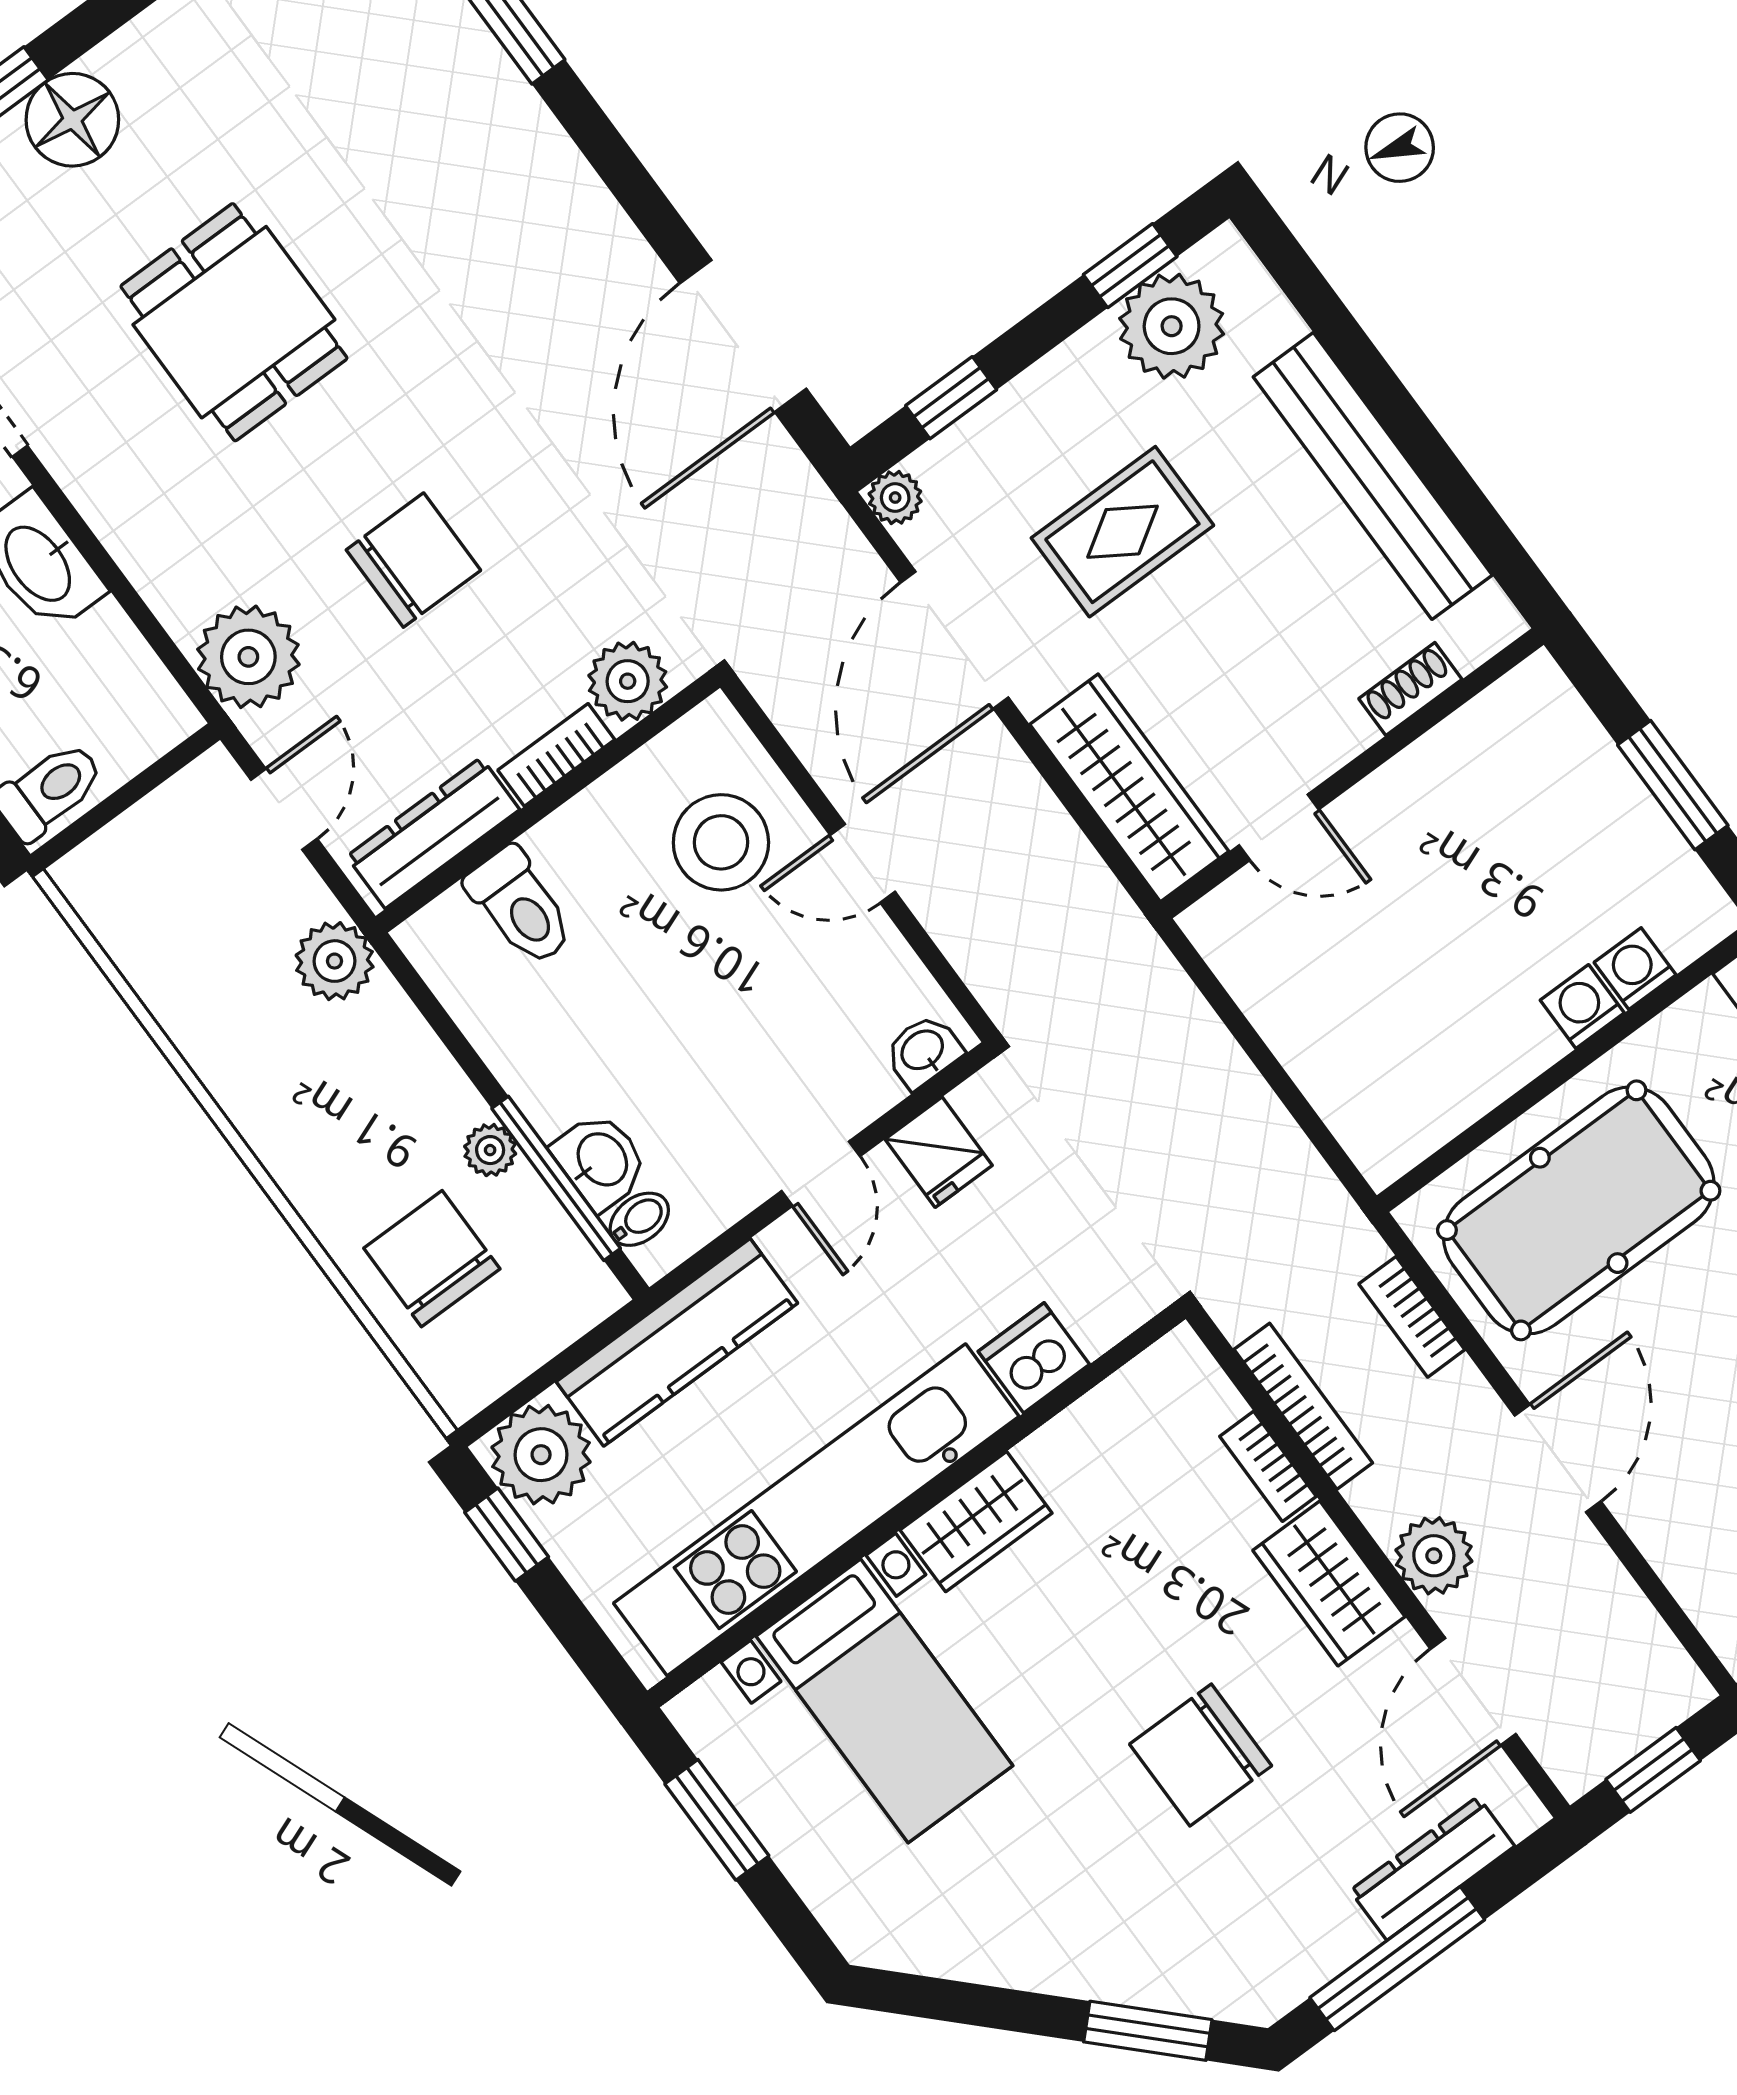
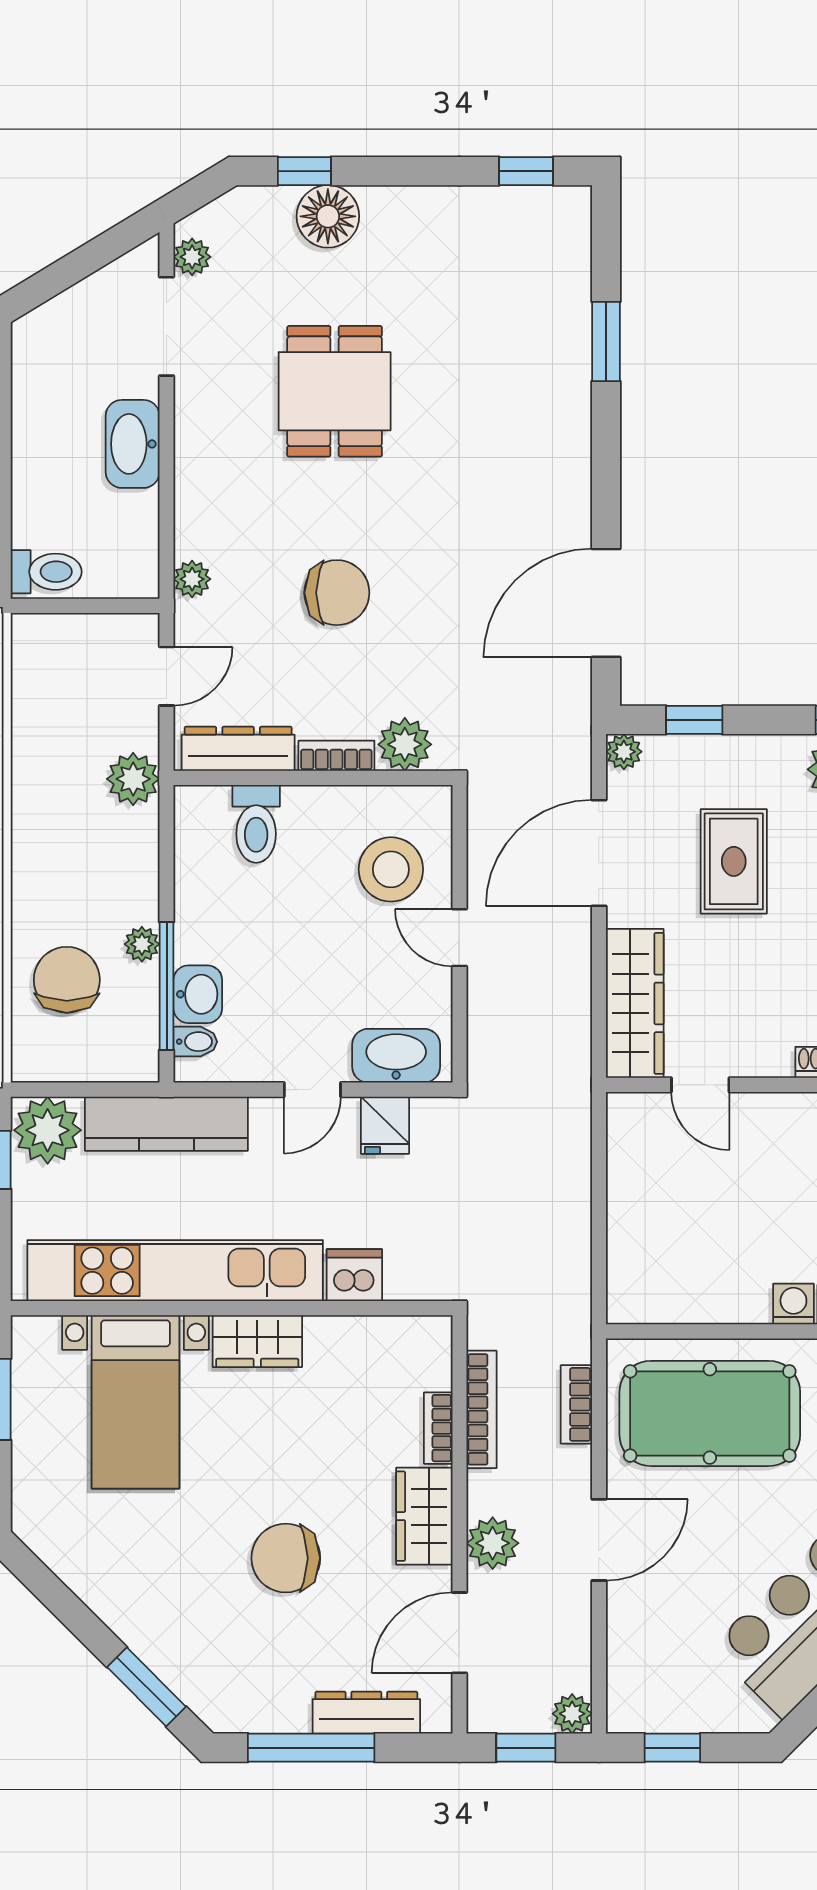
rug: (1122, 532) -> (734, 861), turned 90
plant: (248, 657) -> (192, 579), width x0.53, depth x0.53
washbasin: (923, 1051) -> (396, 1056), width x1.91, depth x1.45
plant: (1679, 1689) -> (572, 1714), added

